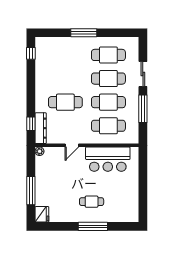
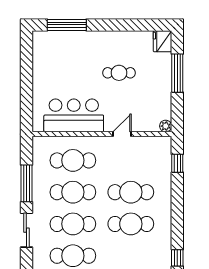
cafe table: (65, 79) -> (131, 224), added
dresser: (41, 128) -> (164, 157), removed
cafe table: (92, 202) -> (119, 73), moved
window: (93, 226) -> (67, 25), moved

